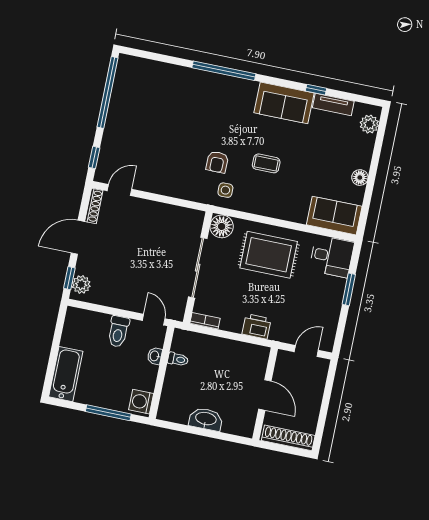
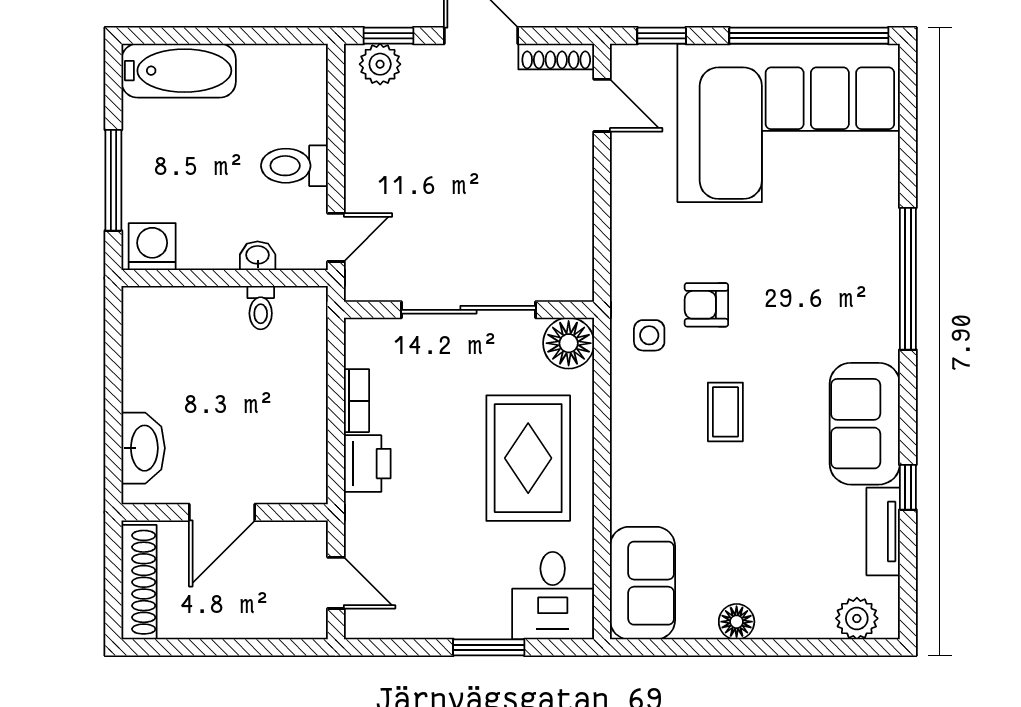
corner sofa: (144, 109) -> (789, 123), added
bookcase: (205, 321) -> (356, 401), moved
washbasin: (206, 419) -> (143, 448), moved

